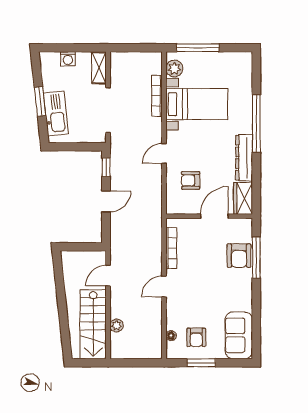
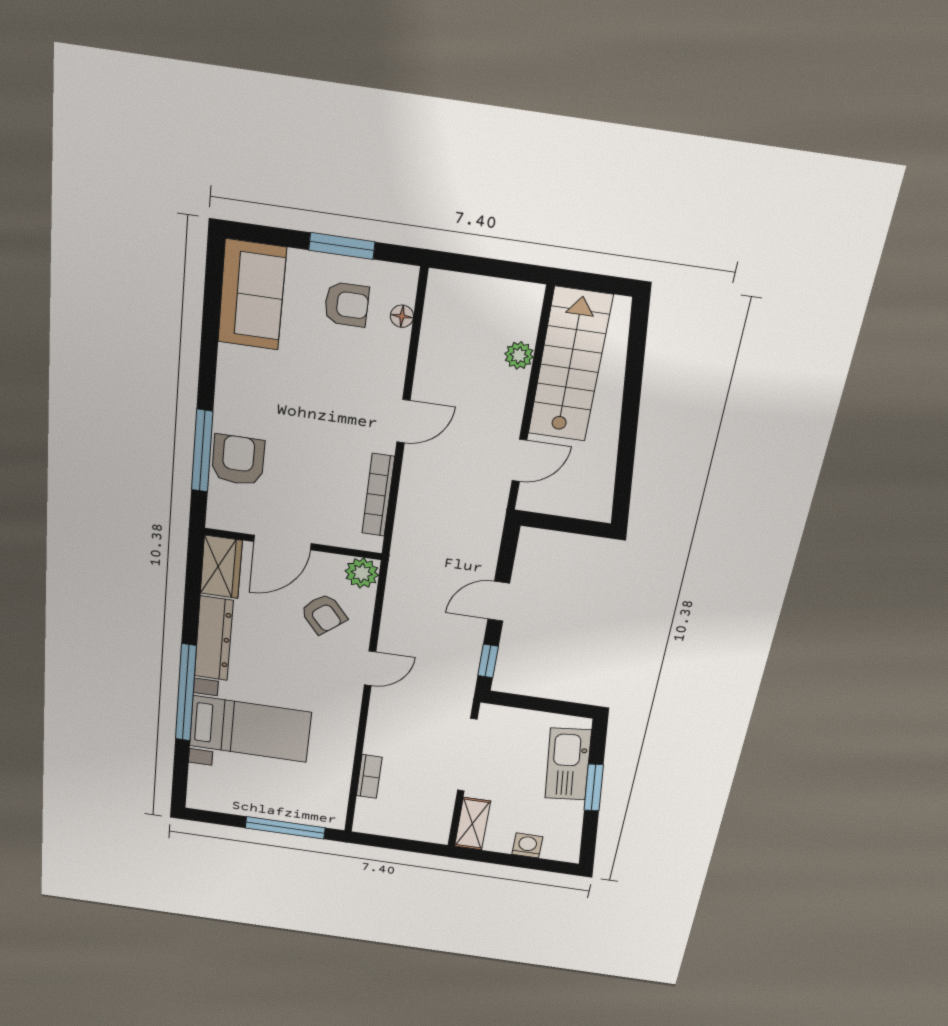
plant: (174, 68) -> (362, 573), moved
bookcase: (157, 96) -> (369, 776), width x0.64
bed with nightstands: (197, 104) -> (250, 729), moved, turned 180
armchair: (191, 180) -> (324, 614), turned 50
armchair: (196, 337) -> (347, 304), turned 90

